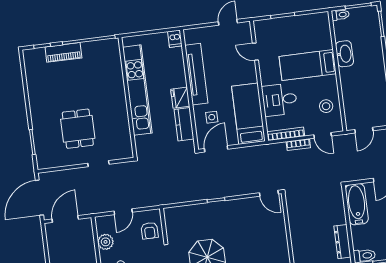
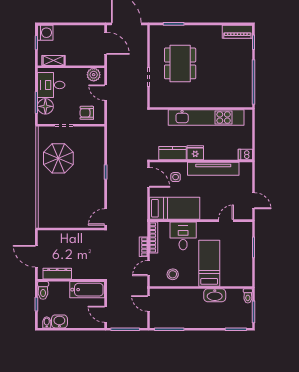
piano: (63, 52) -> (237, 32), moved, turned -90
dining table: (78, 129) -> (180, 63), width x1.38
plant: (106, 242) -> (94, 75), moved

